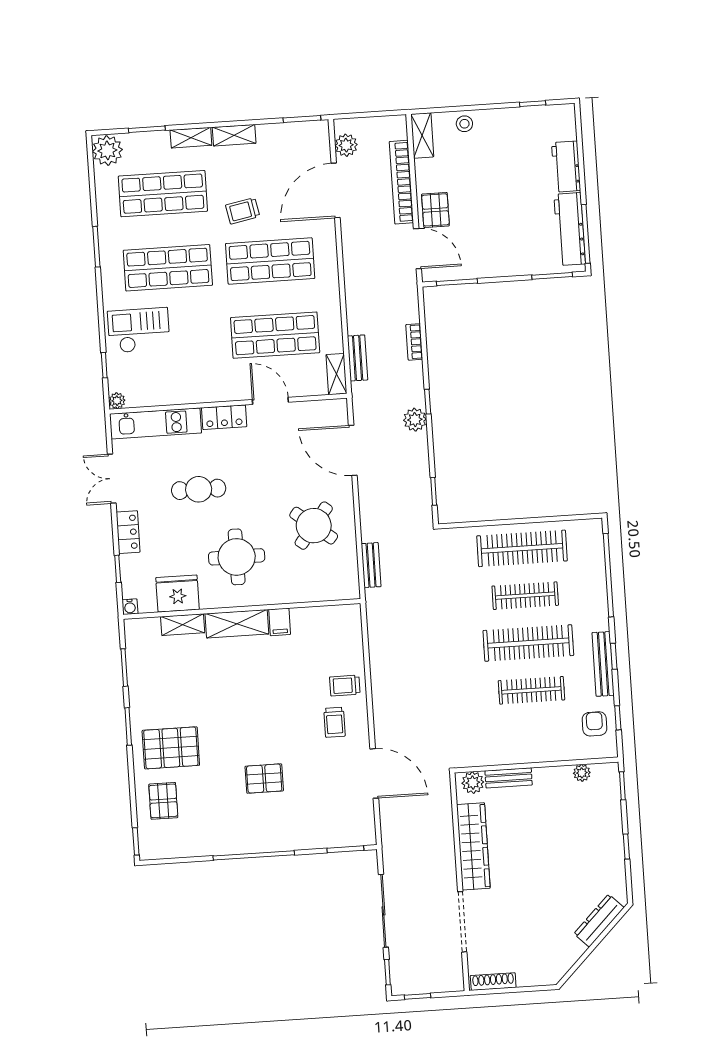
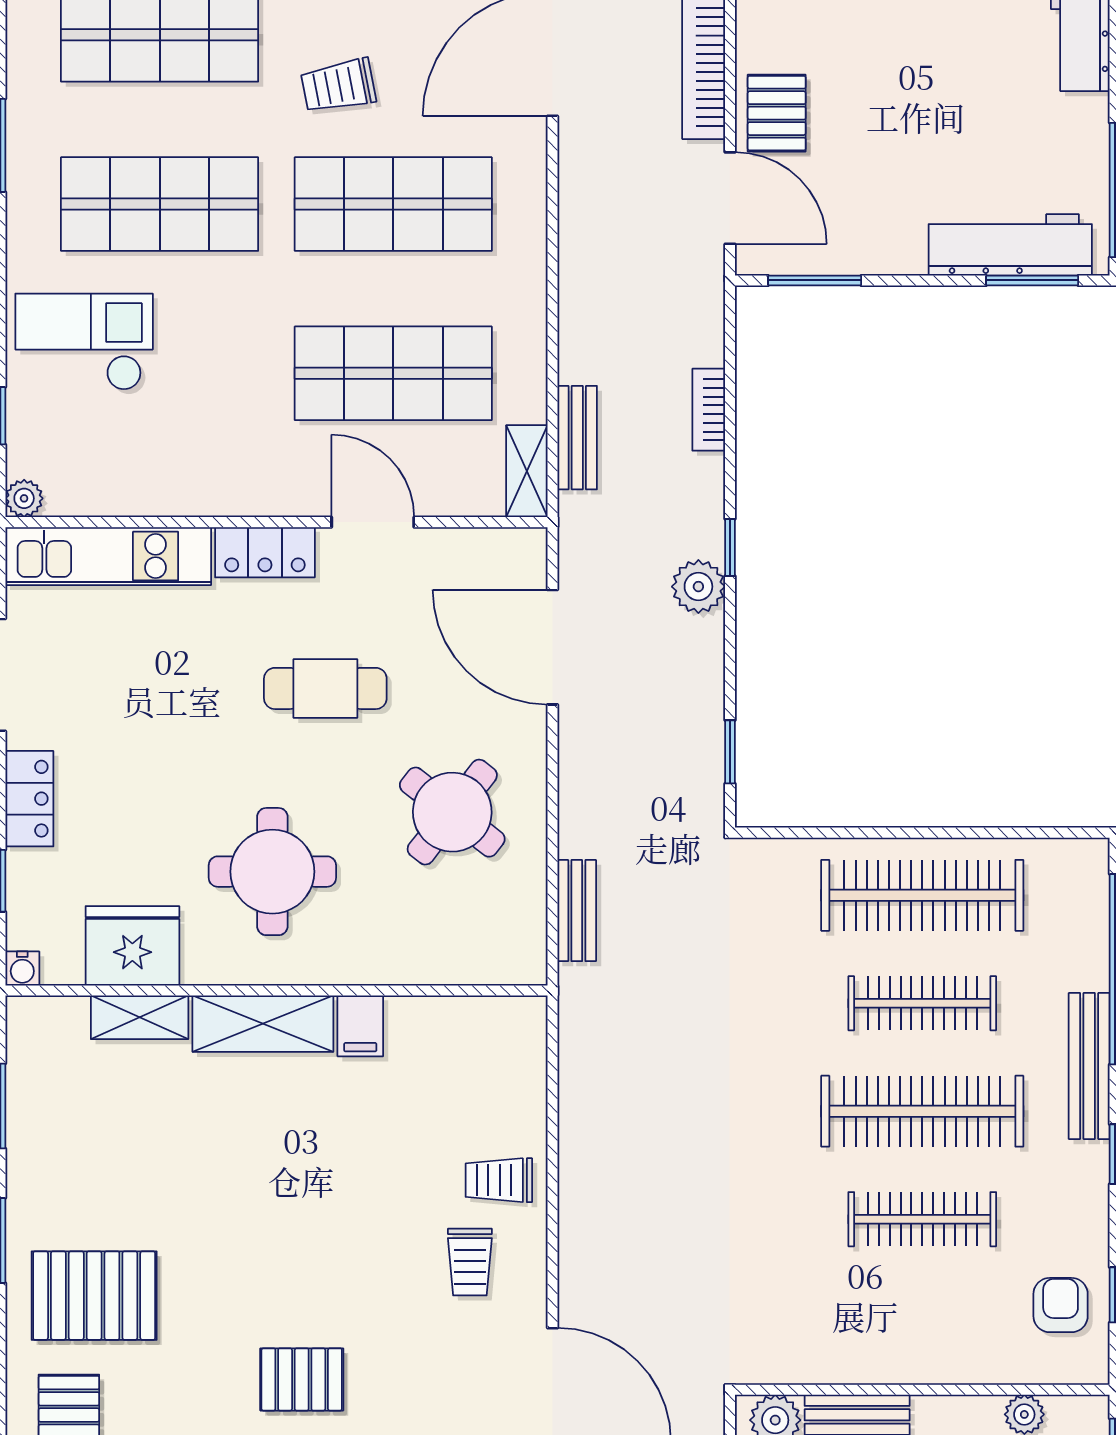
workbench: (570, 229) -> (1010, 245), moved, turned 90
cafe table: (199, 489) -> (325, 688), moved
bench: (603, 664) -> (1089, 1066), moved

